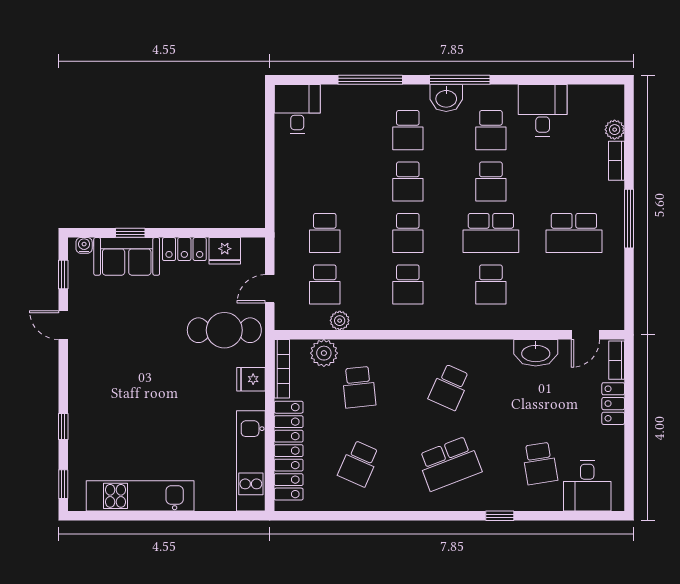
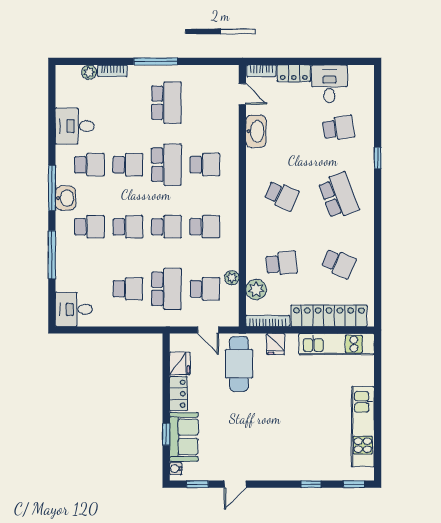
school desk: (325, 182) -> (128, 289), added
school desk: (325, 233) -> (166, 289), width x1.85
desk: (587, 486) -> (329, 84), moved, turned -90

